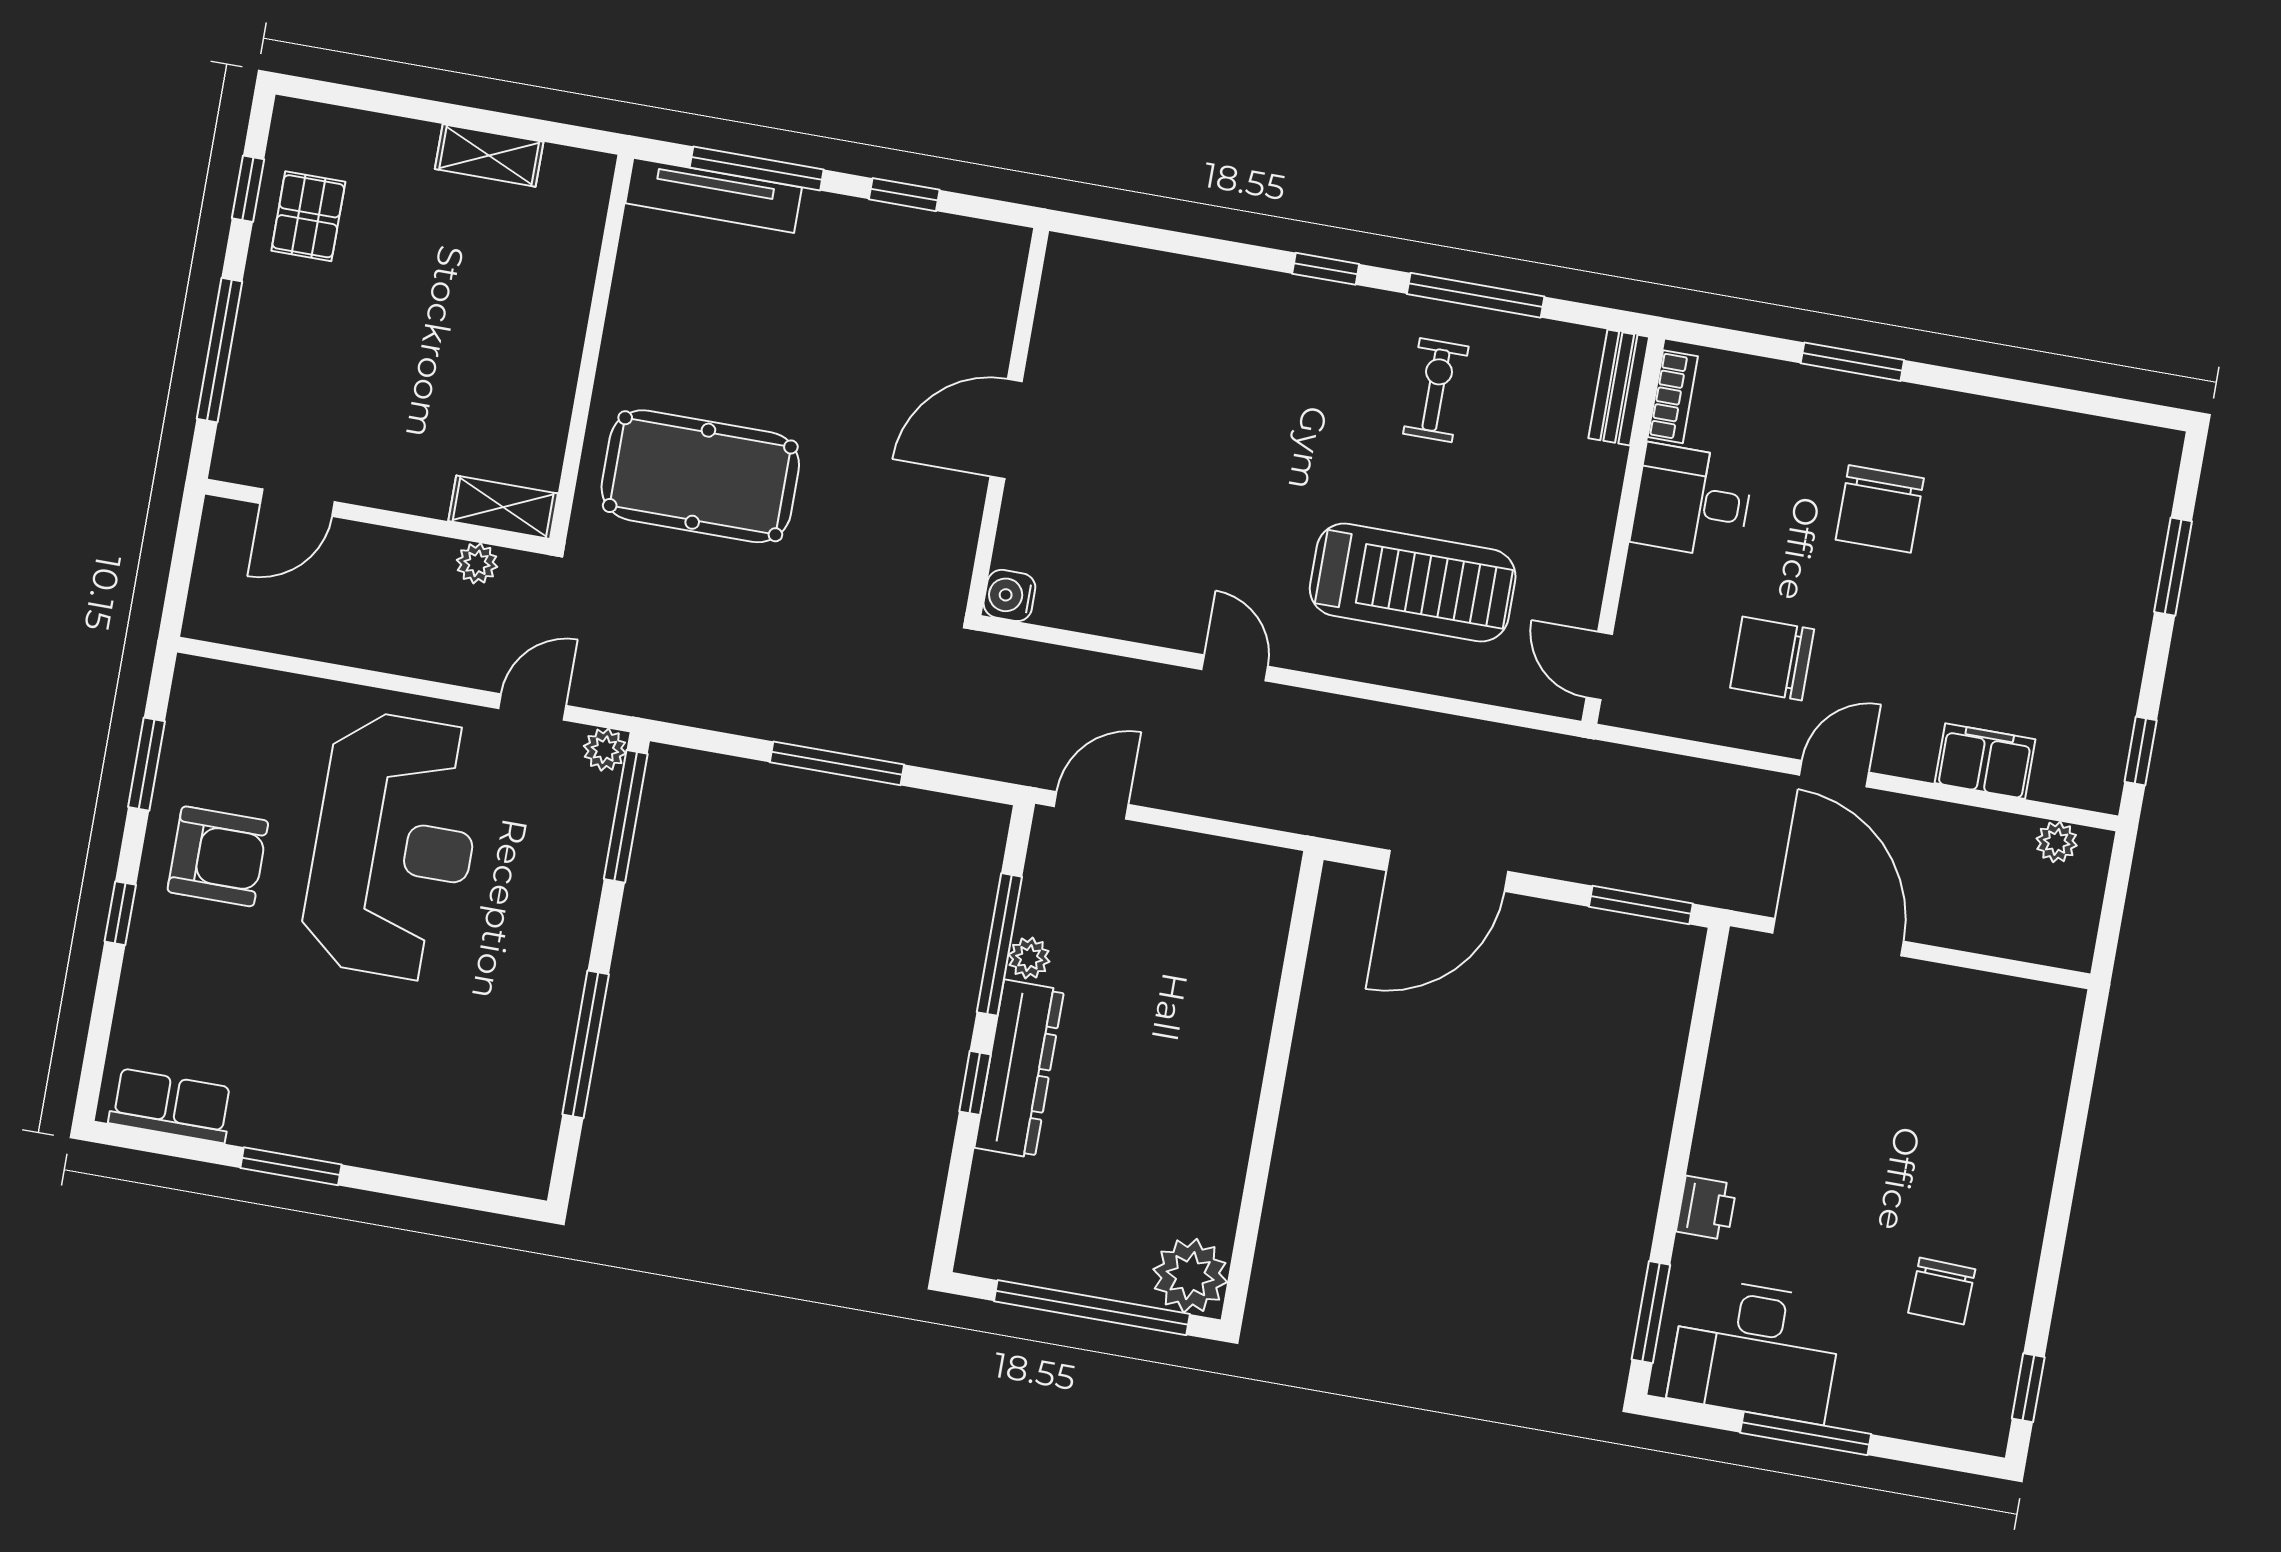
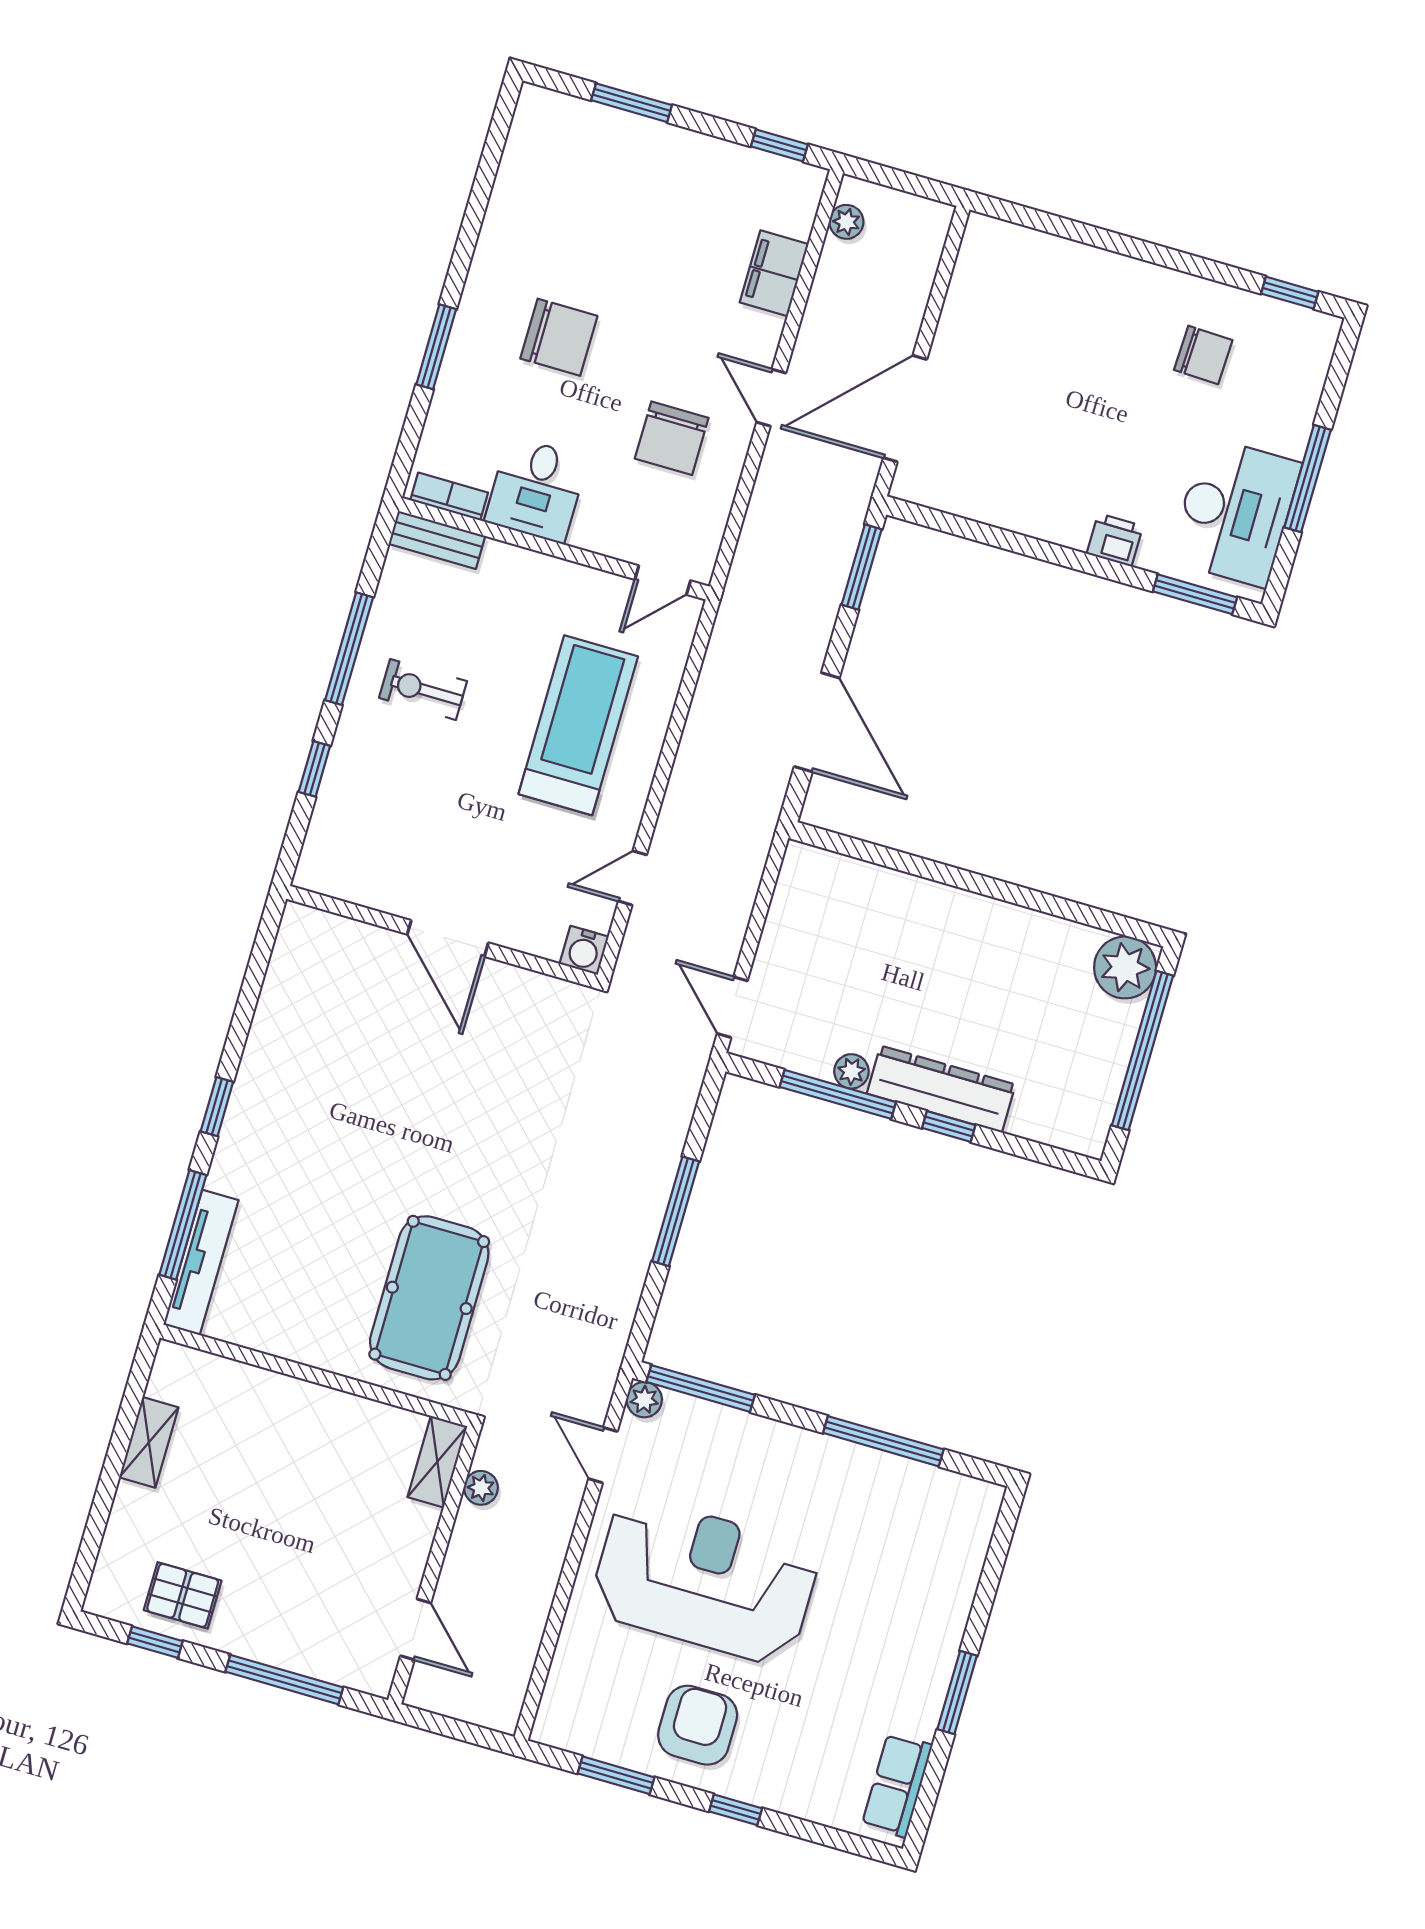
wall: (1007, 422) -> (442, 937), moved
door: (1006, 429) -> (448, 938), moved
water cooler: (1009, 595) -> (584, 950), moved

